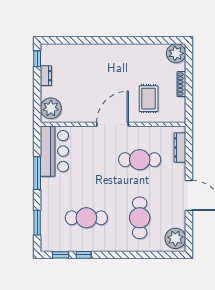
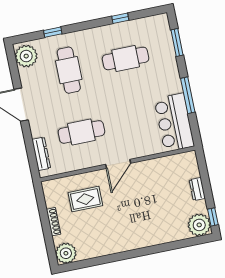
dresser: (46, 76) -> (197, 189), moved
rug: (149, 99) -> (85, 199), turned 90
plant: (51, 108) -> (199, 225), moved
door: (112, 124) -> (118, 164), width x0.73
window: (61, 255) -> (53, 32), moved

